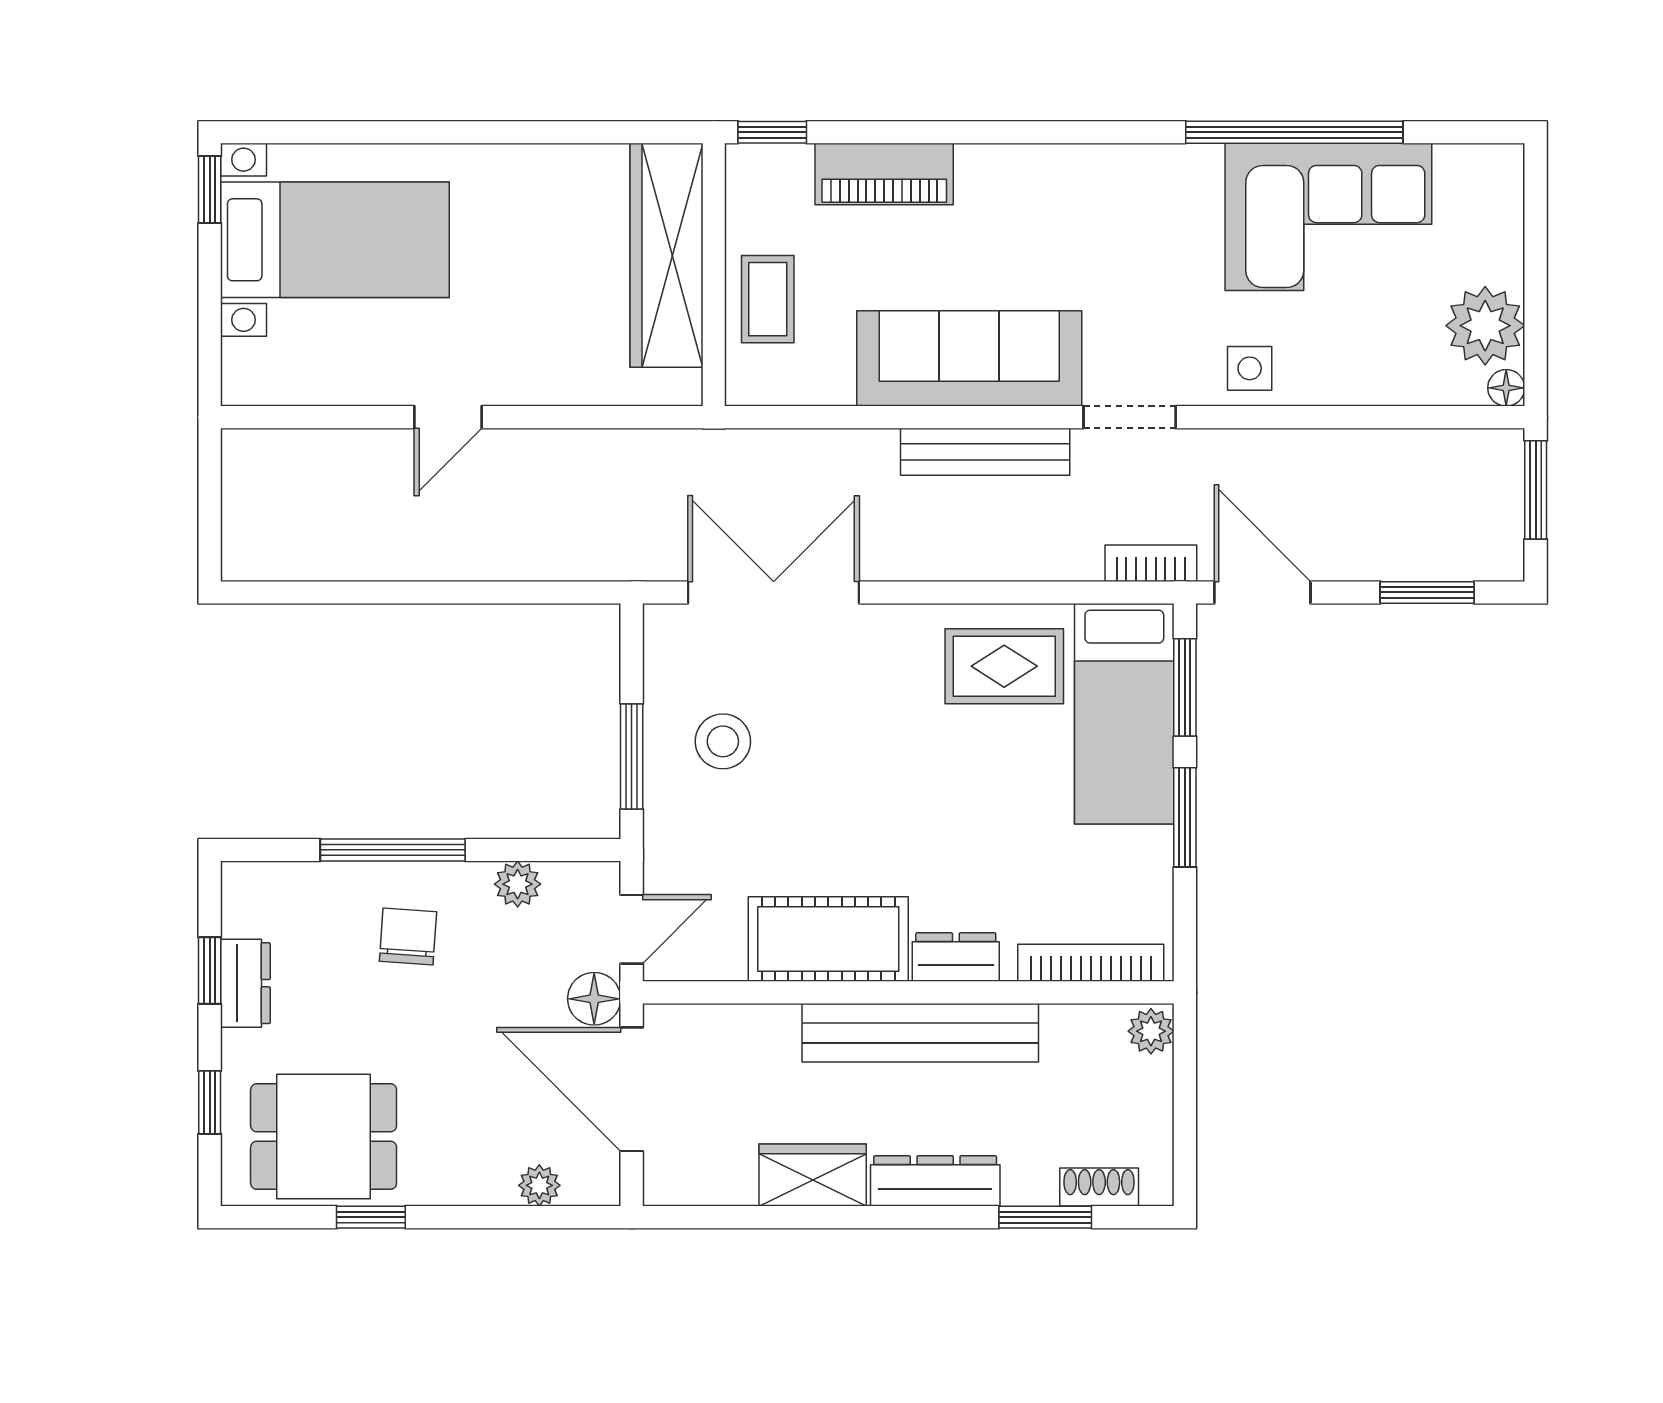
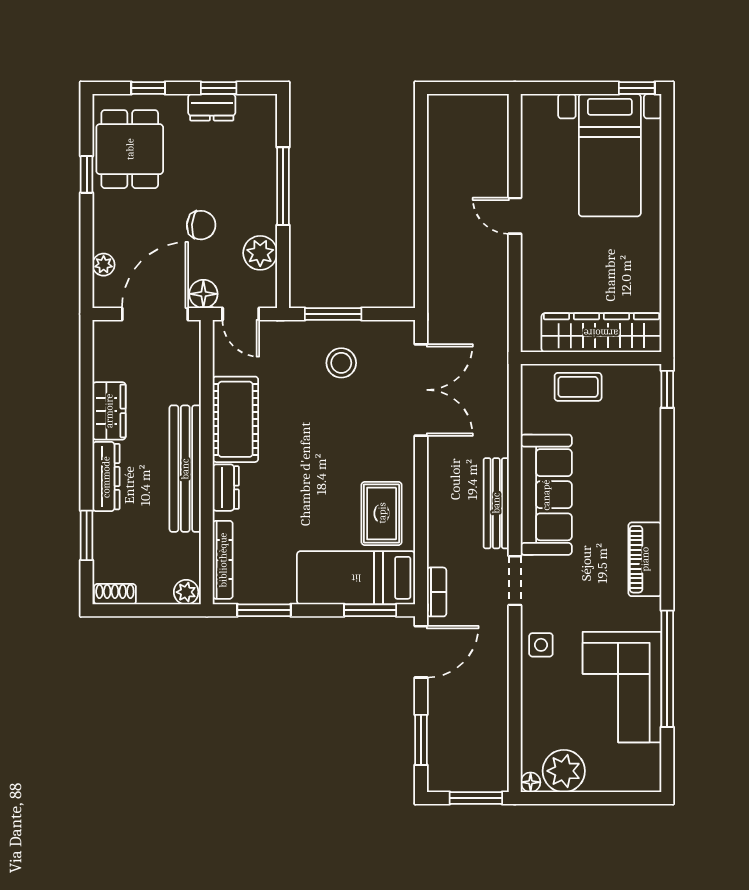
piano: (884, 174) -> (645, 559), moved
window: (1185, 817) -> (264, 610), moved
plant: (518, 884) -> (260, 253), width x1.38, depth x1.38
chair: (408, 936) -> (201, 225), moved
shoe rack: (1099, 1187) -> (115, 594), moved, turned -90

